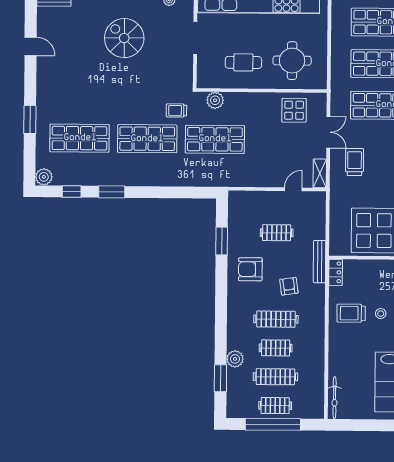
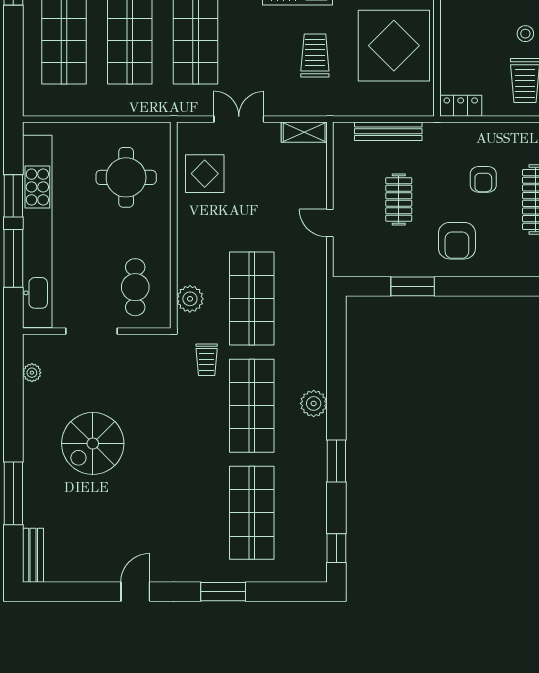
door: (31, 46) -> (135, 592), moved
cafe table: (243, 62) -> (135, 287), moved
trolley: (355, 162) -> (315, 56), moved, turned 90
plant: (44, 177) -> (314, 403), moved
door: (293, 189) -> (330, 223), moved
window: (72, 192) -> (336, 548), moved
bench: (319, 262) -> (388, 131), moved
armchair: (289, 286) -> (483, 179), turned -82

